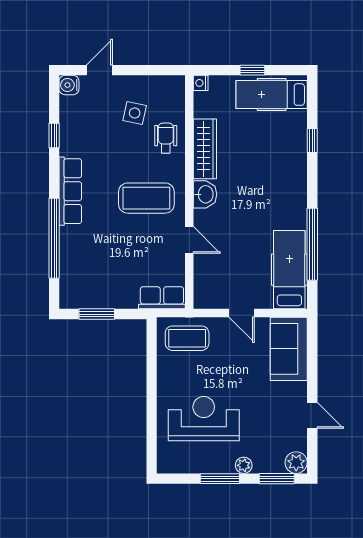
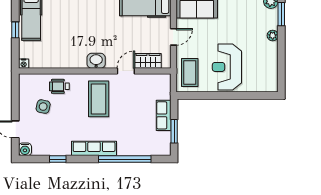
wardrobe: (205, 149) -> (148, 61), moved, width x0.67
row of seats: (162, 298) -> (164, 115), moved
reception desk: (204, 419) -> (227, 67), moved
window: (220, 479) -> (281, 51), removed

